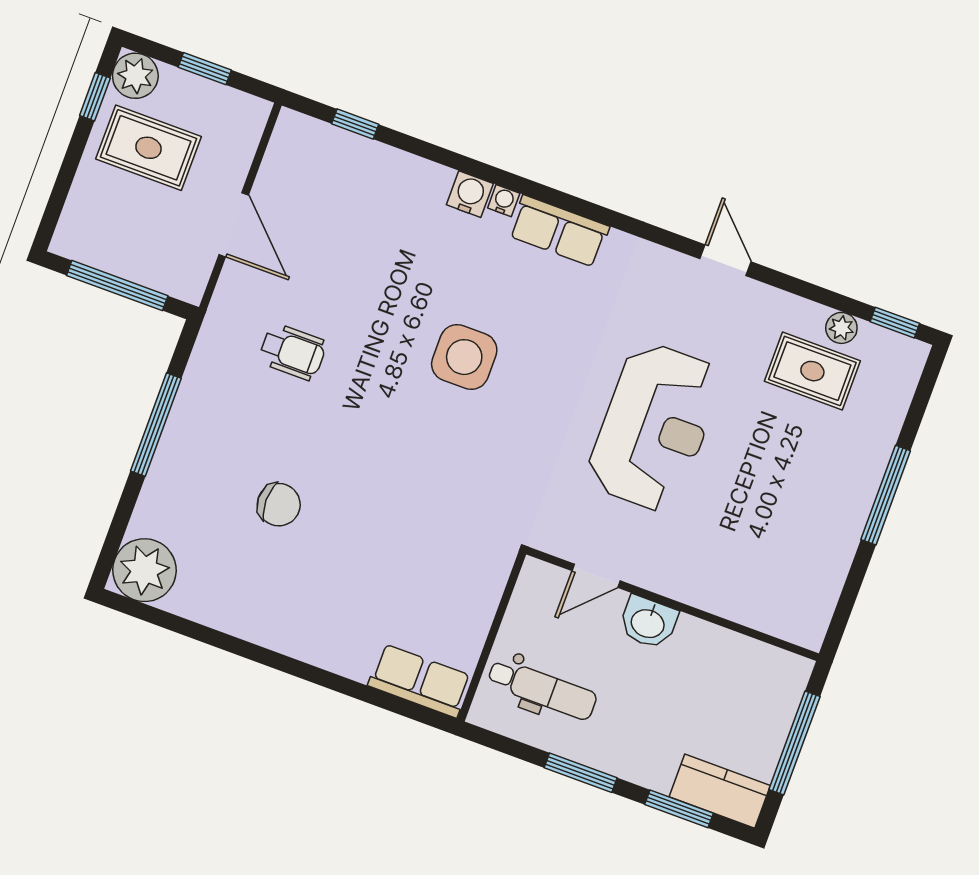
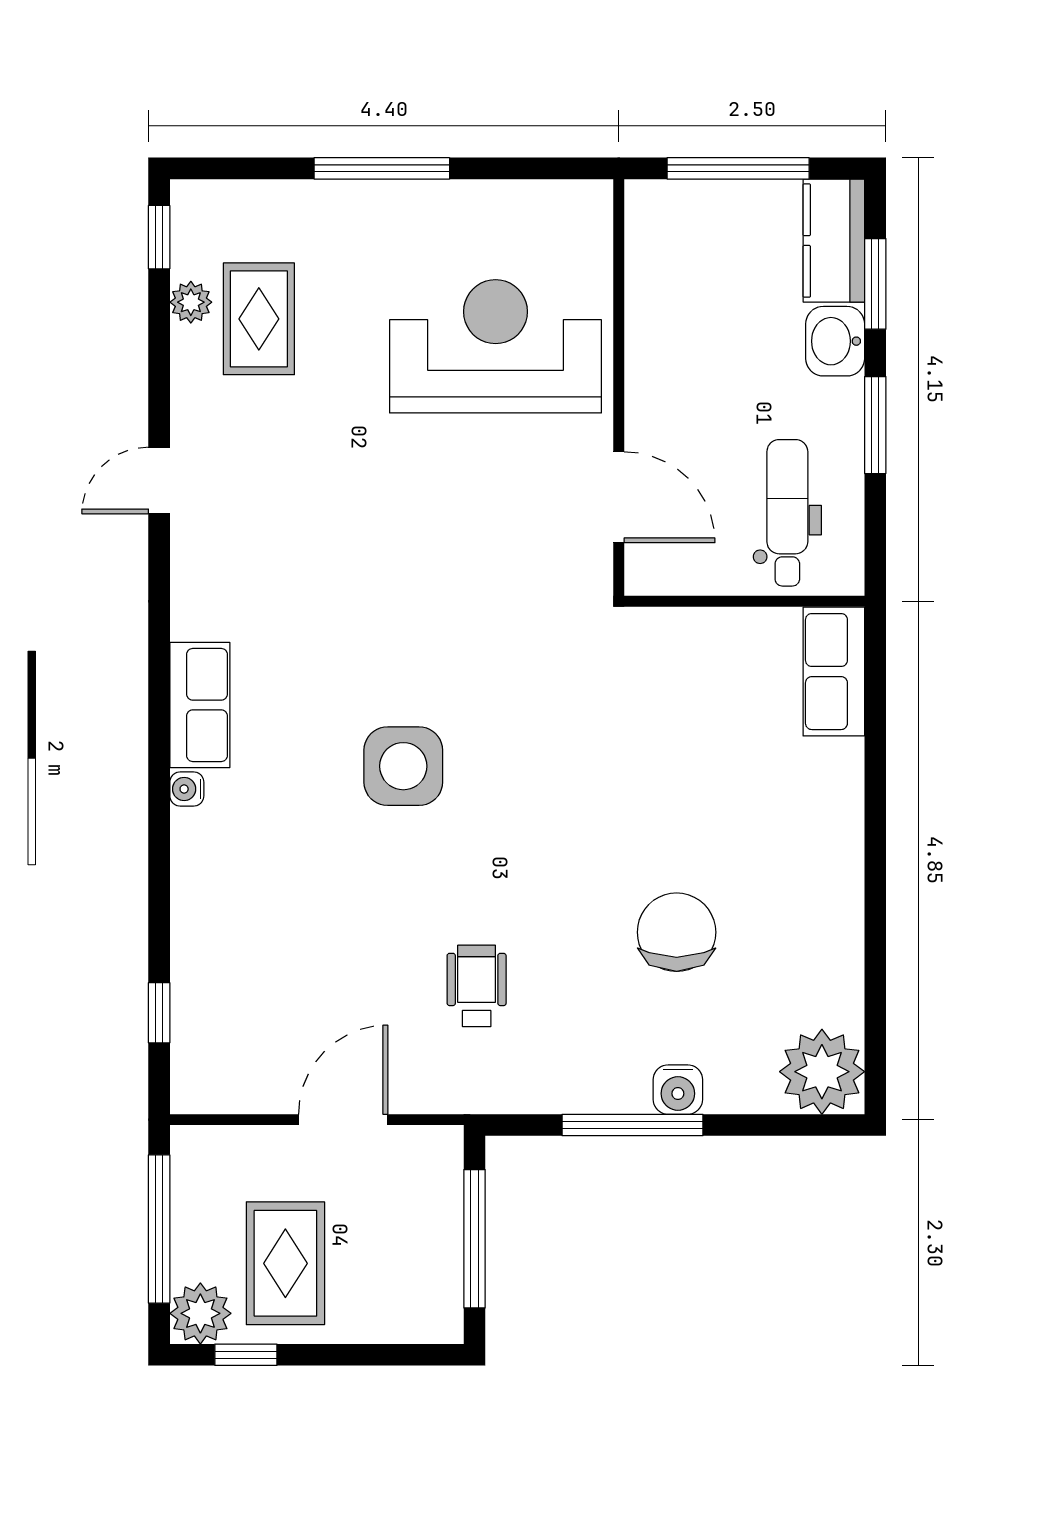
window: (205, 69) -> (159, 1229), width x2.17
water cooler: (470, 194) -> (678, 1090), moved, turned -90
reception desk: (654, 427) -> (496, 346), moved
chair: (279, 505) -> (677, 932), width x1.37, depth x1.37
door: (596, 576) -> (619, 497), width x1.38
washbasin: (648, 622) -> (835, 341), moved, turned 180

